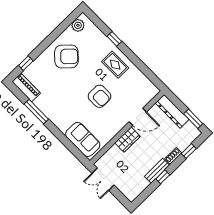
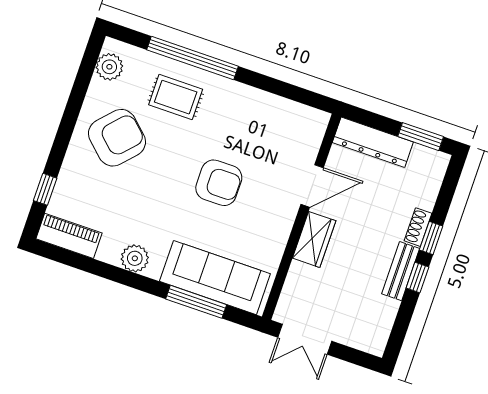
window: (114, 39) -> (192, 58), width x3.17
rug: (115, 65) -> (176, 97), moved
plant: (49, 110) -> (135, 258), added
window: (36, 112) -> (196, 302), moved
sofa: (83, 139) -> (215, 278), width x1.36
window: (189, 151) -> (431, 238), moved

